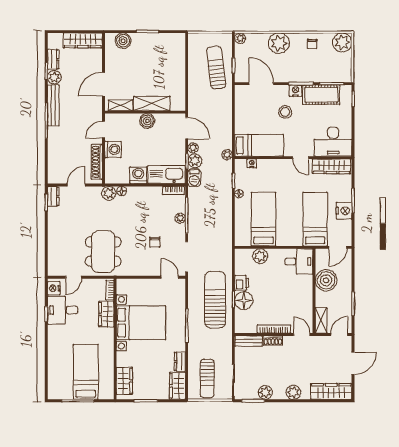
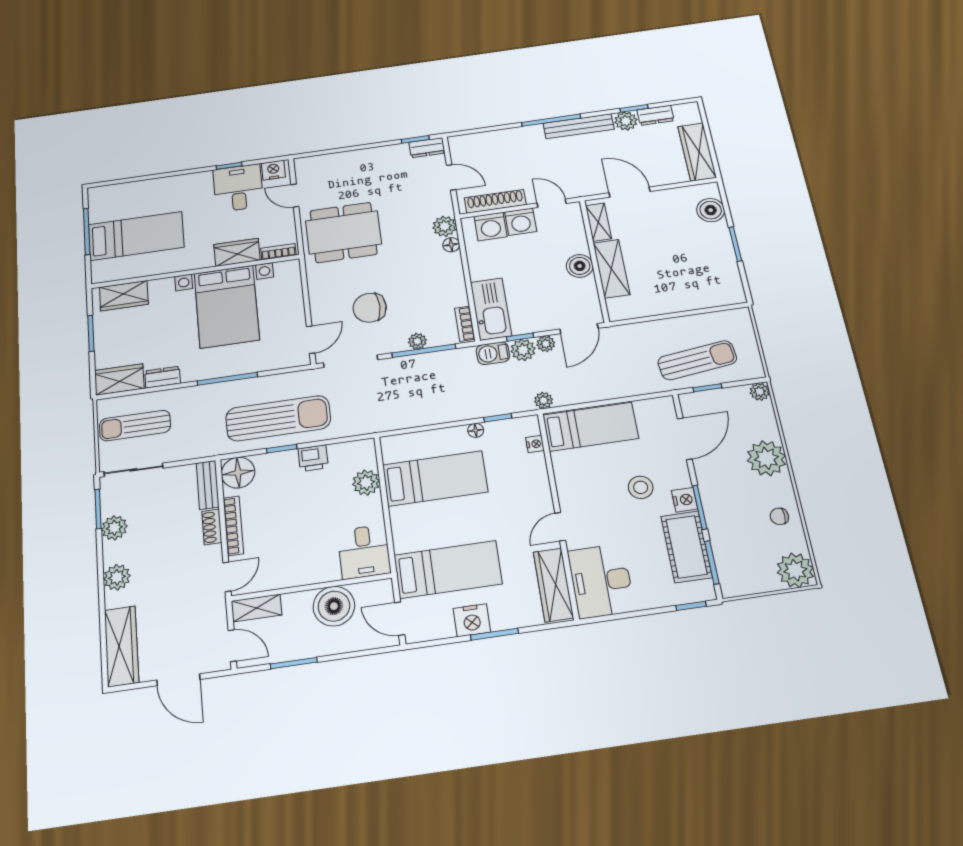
bed: (259, 145) -> (591, 427), moved, turned -90
washing machine: (138, 175) -> (491, 227), moved, turned 90
chair: (155, 242) -> (370, 308), width x1.87, depth x1.87
floor lamp: (244, 301) -> (238, 473), moved

